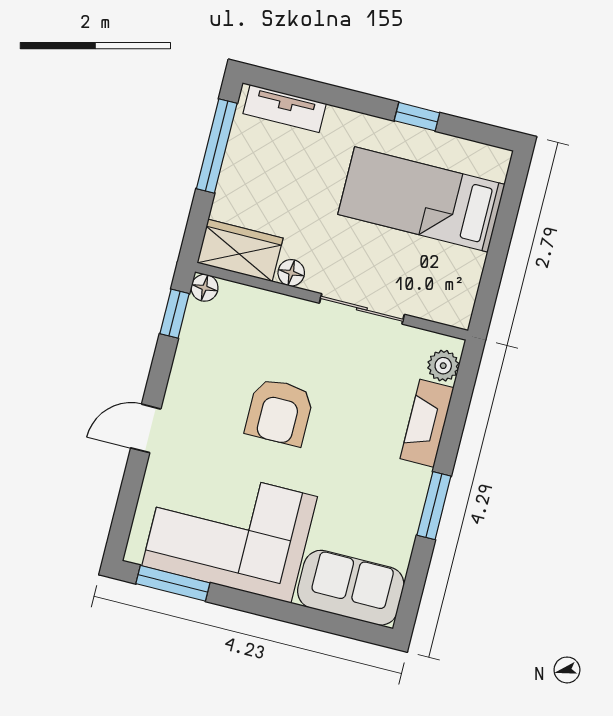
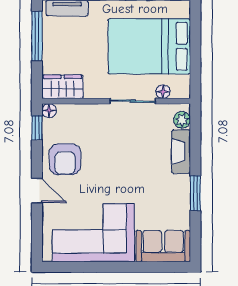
bed: (421, 199) -> (149, 46), width x1.50
floor lamp: (291, 273) -> (163, 92), moved
armchair: (279, 412) -> (65, 159), moved
door: (146, 428) -> (37, 191), swing flipped
window: (173, 583) -> (71, 267), removed

